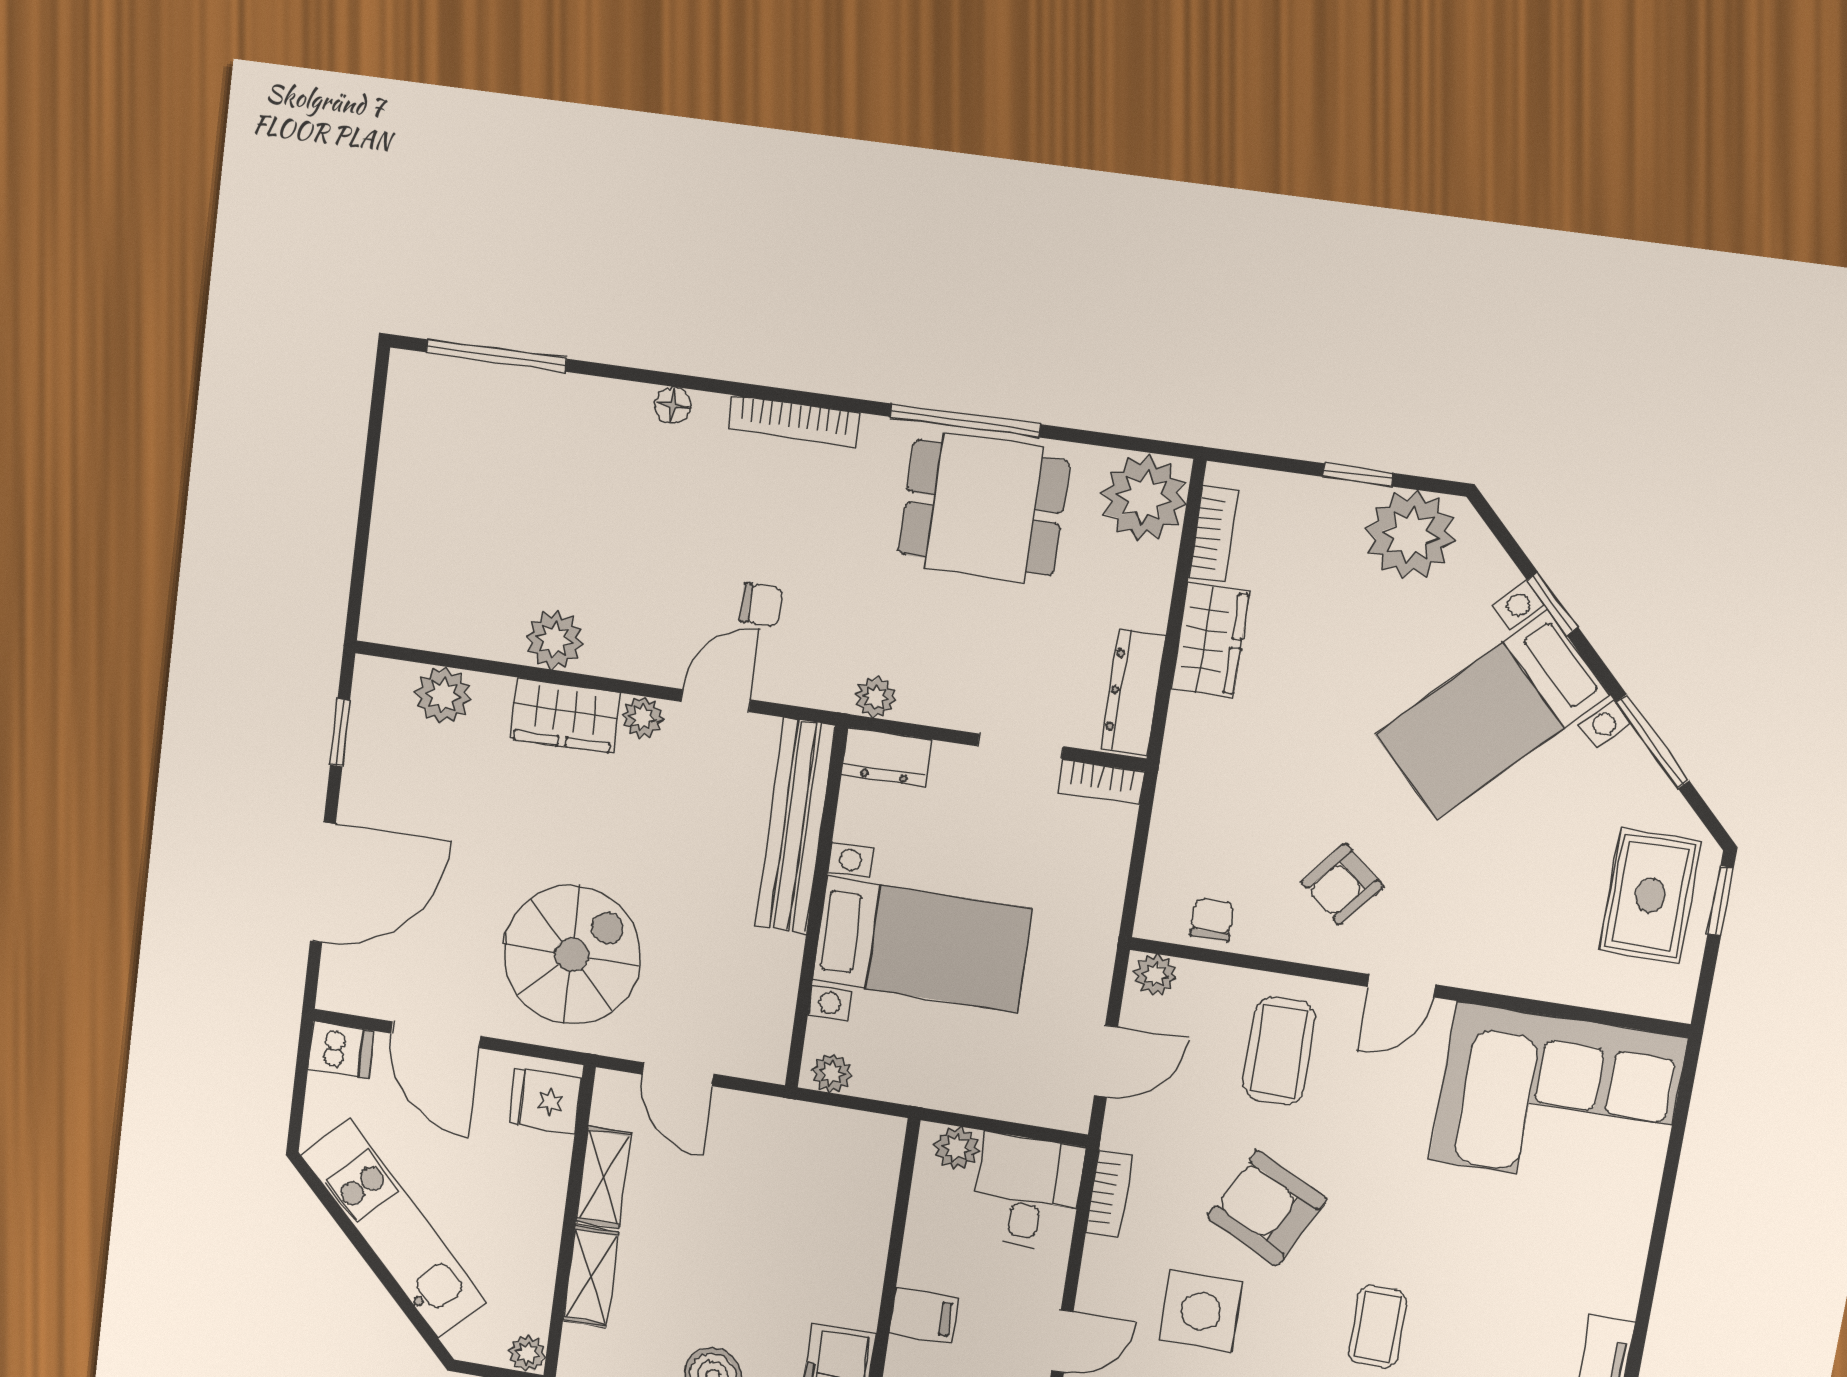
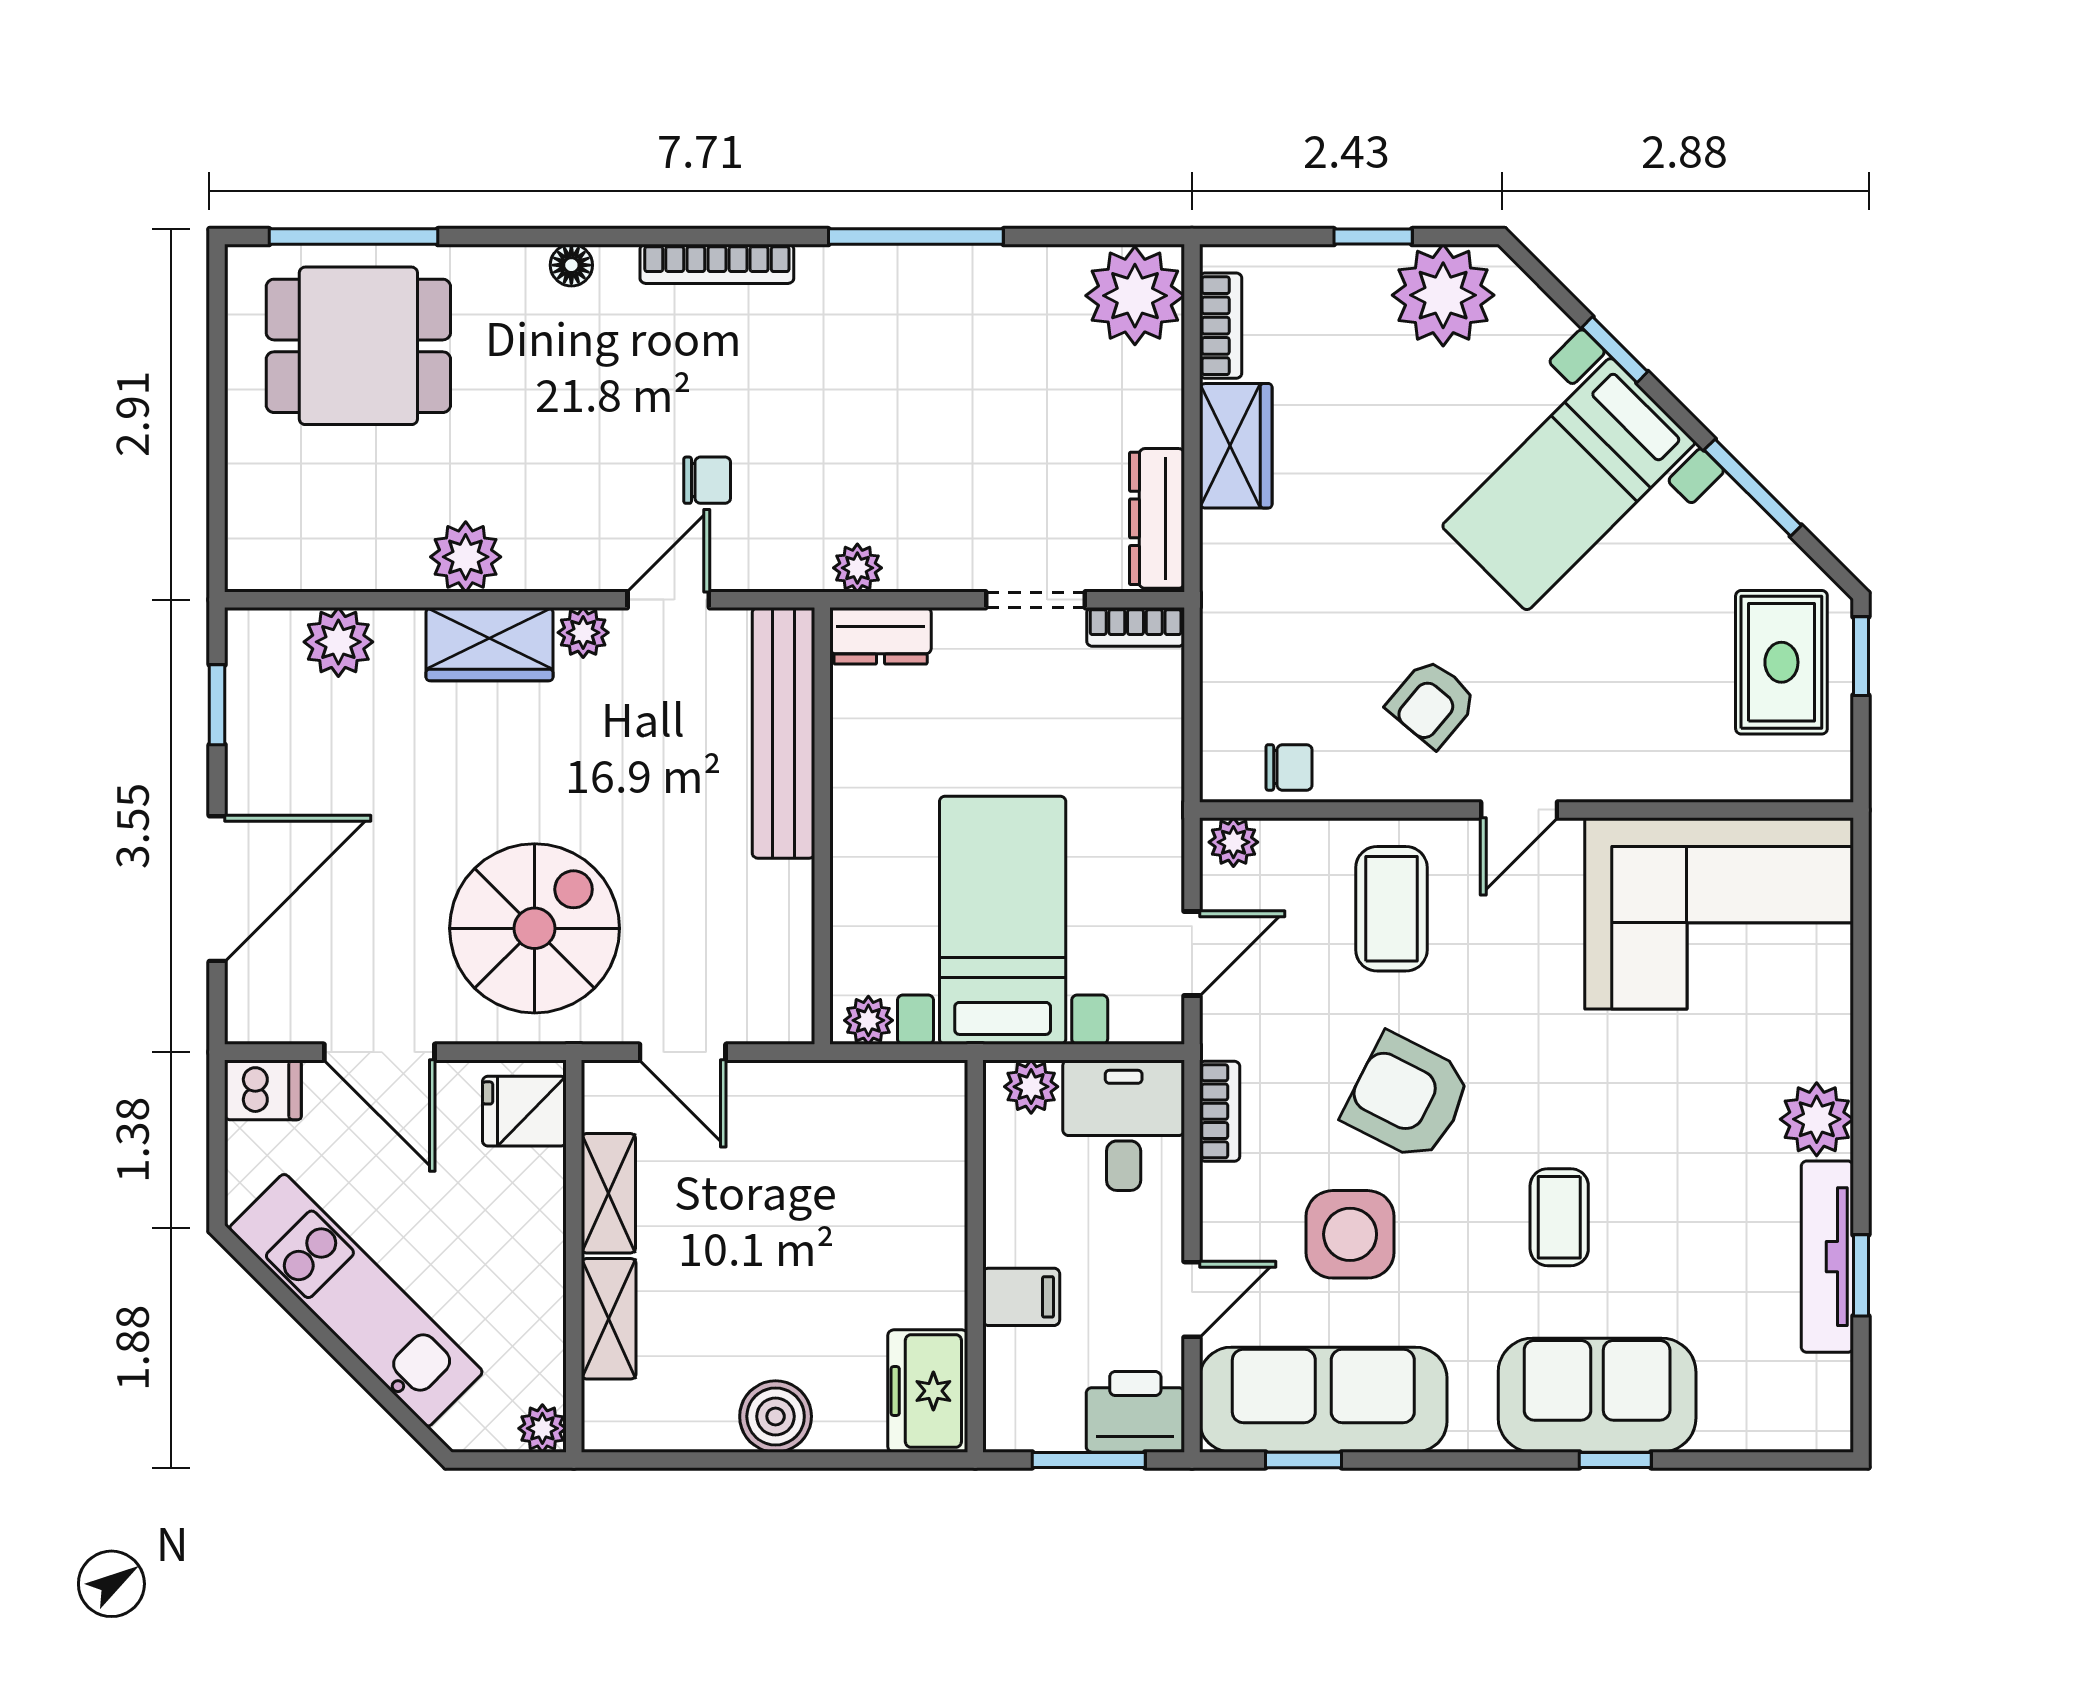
dining table: (984, 508) -> (358, 346), moved
chair: (1212, 920) -> (1289, 767), turned 90
bed with nightstands: (922, 944) -> (1003, 920), moved, turned -90
plant: (1610, 1283) -> (1817, 1119), added

